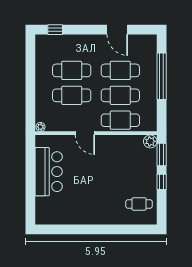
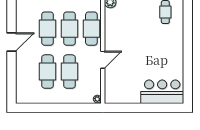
window: (55, 30) -> (12, 86), removed
door: (117, 30) -> (12, 42), moved
bar counter: (49, 172) -> (162, 92), moved

